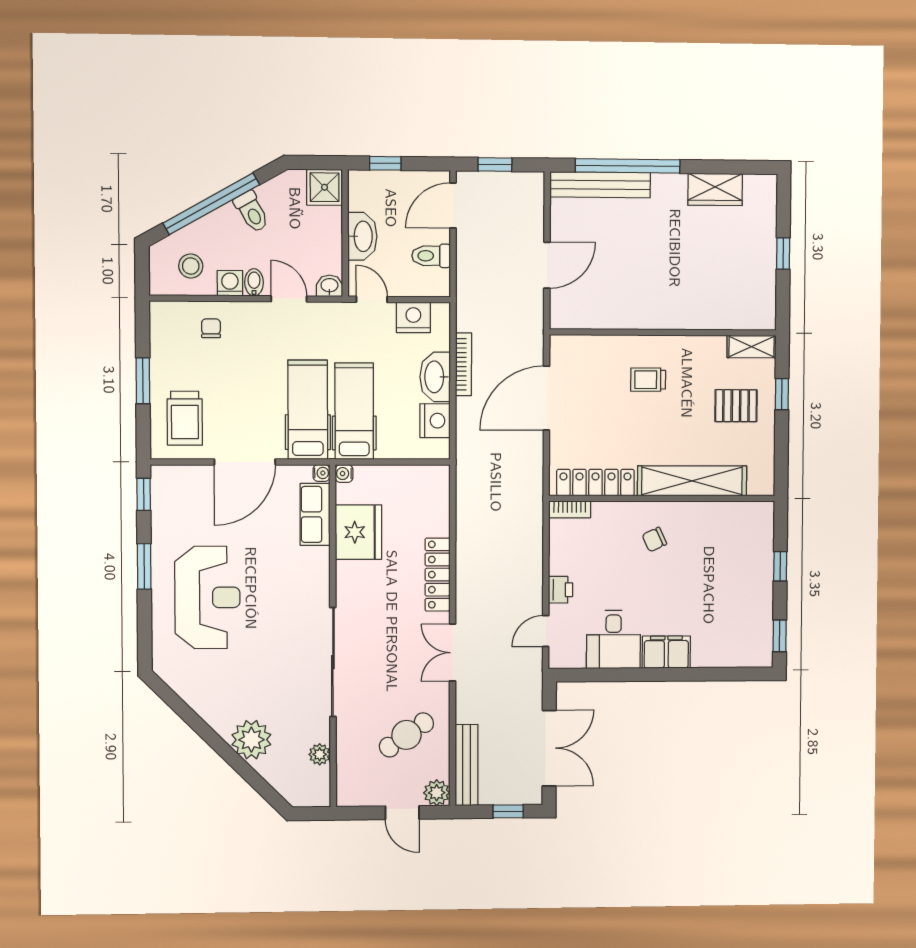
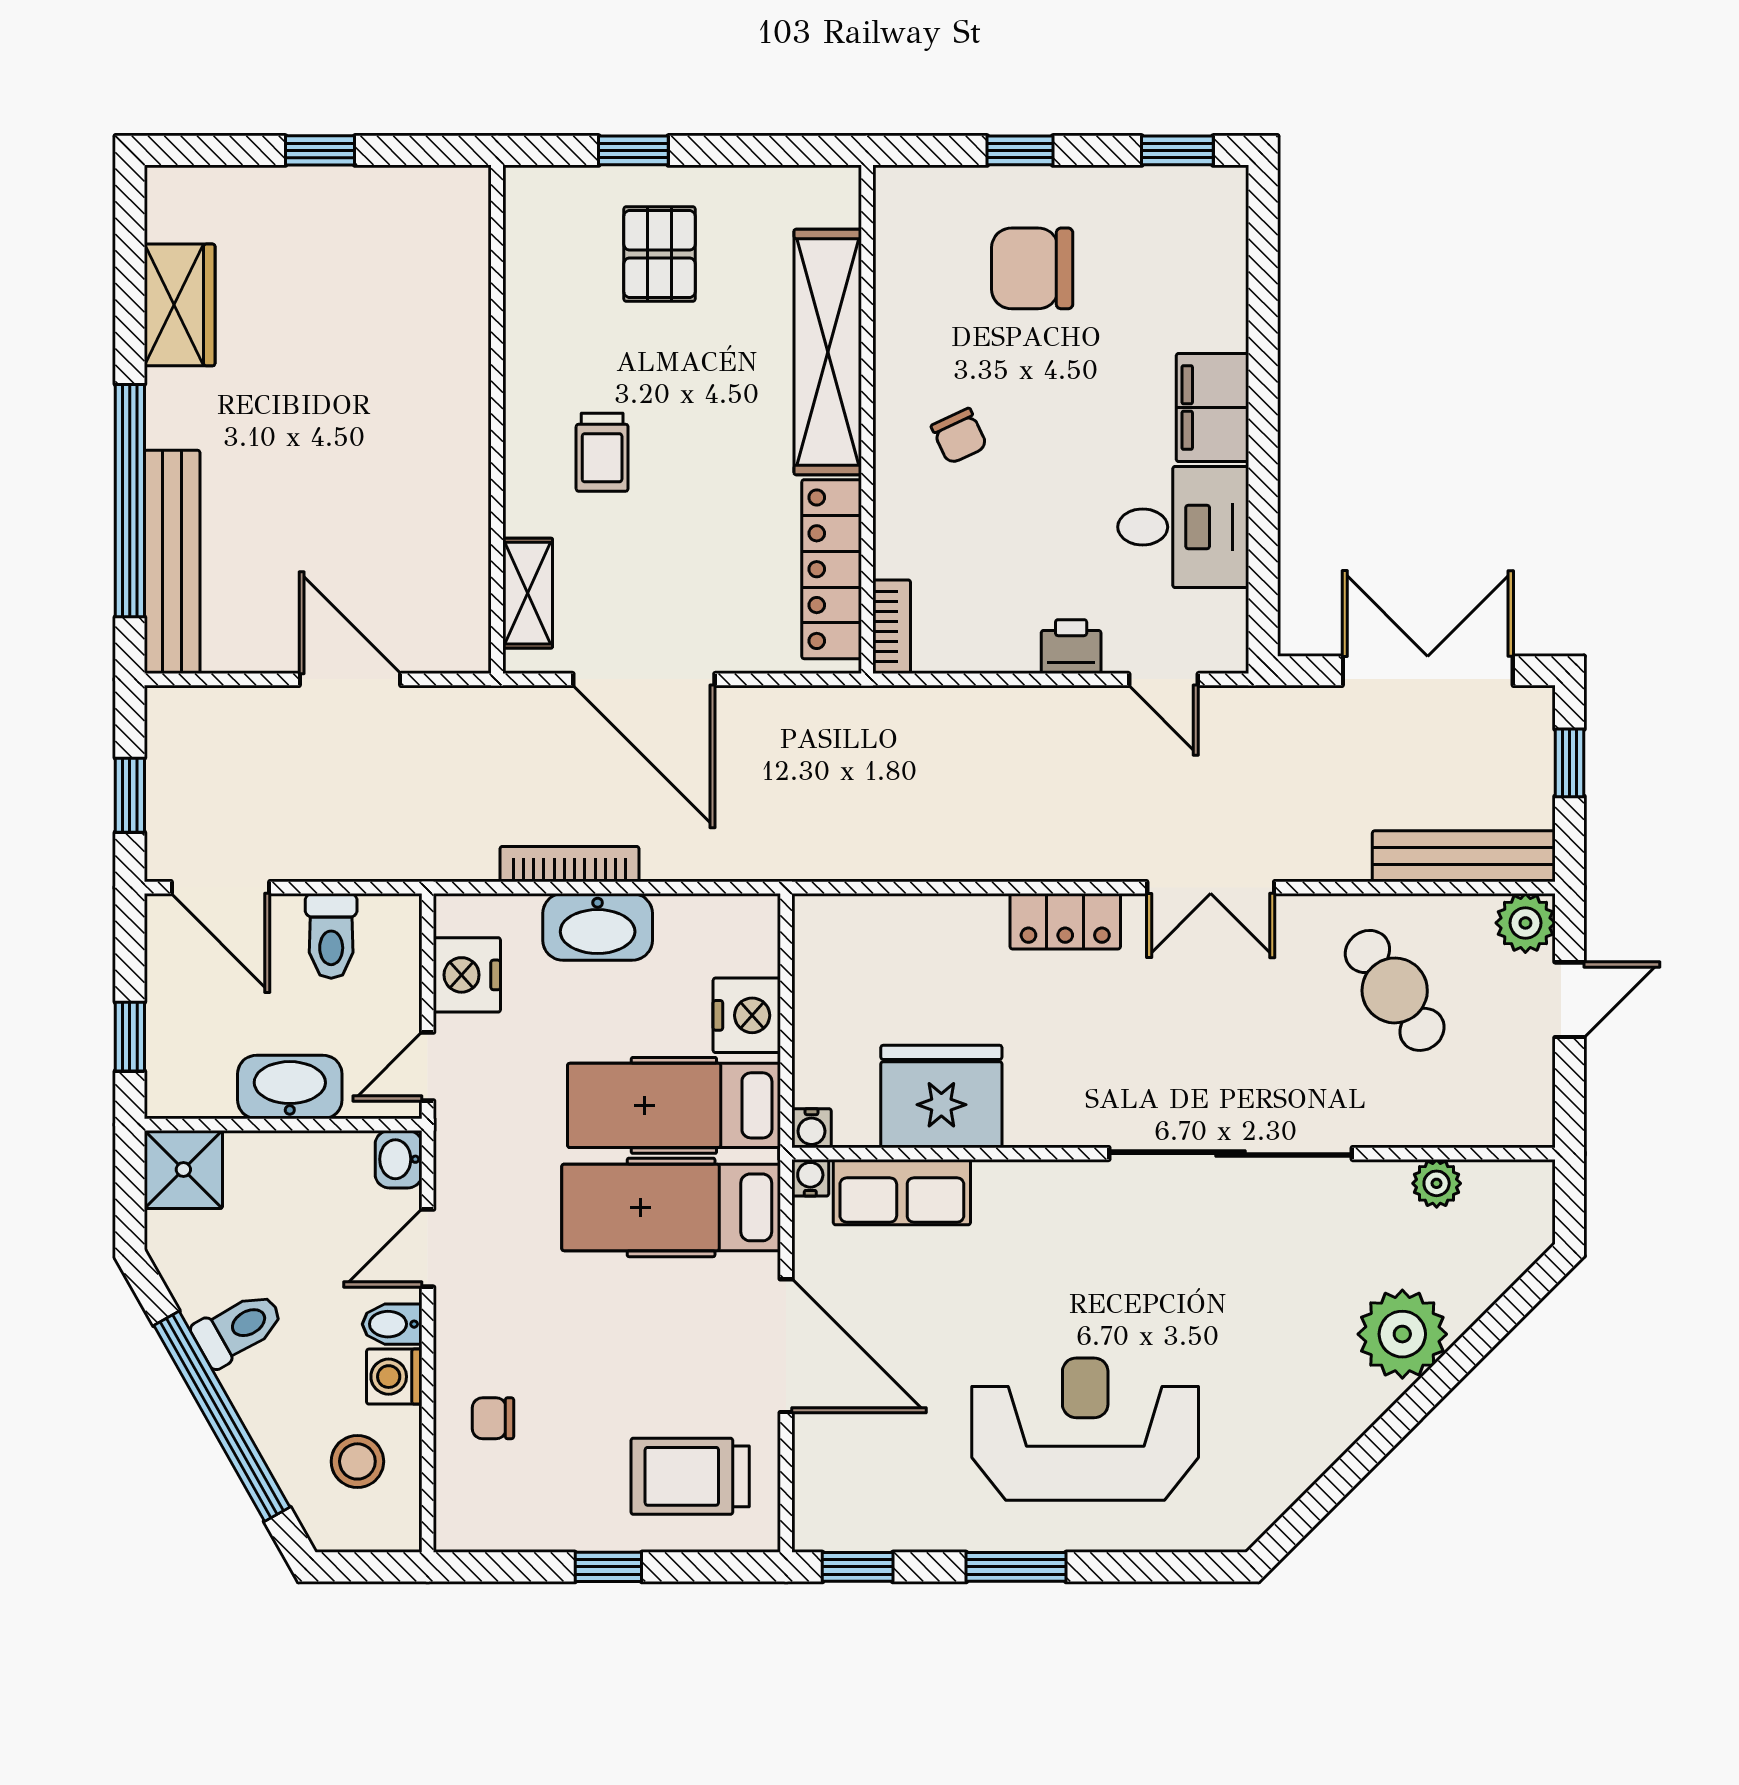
shelving: (752, 347) -> (528, 593), moved
window: (143, 381) -> (608, 1567), width x0.67
trolley: (185, 418) -> (690, 1476), turned 180
nightstand: (435, 421) -> (747, 1015), moved, turned 90
chair: (728, 572) -> (1032, 268), added
locker: (438, 575) -> (1065, 921), width x0.66

